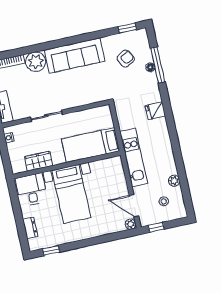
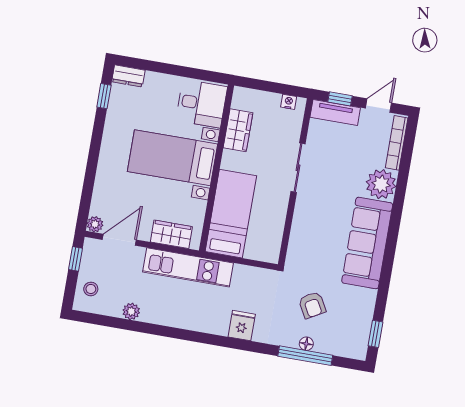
armchair: (126, 59) -> (312, 305), moved
wardrobe: (118, 176) -> (171, 234), added
stool: (164, 201) -> (91, 289), moved
dresser: (30, 228) -> (128, 76), moved

